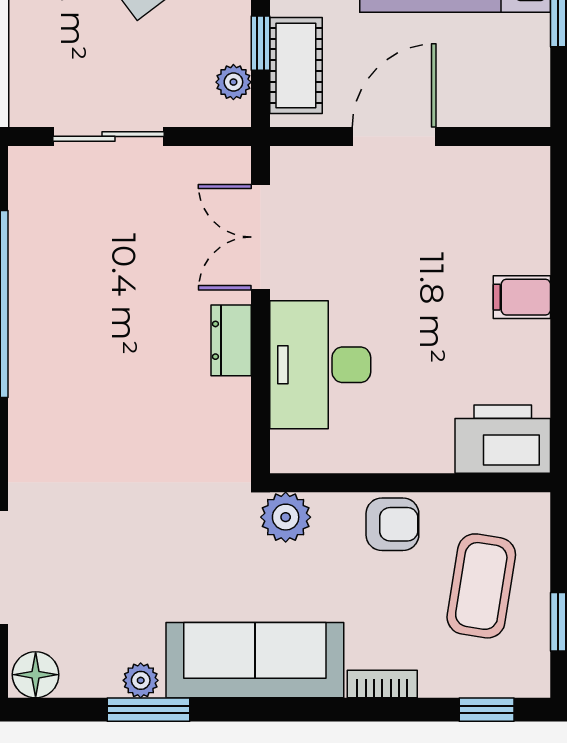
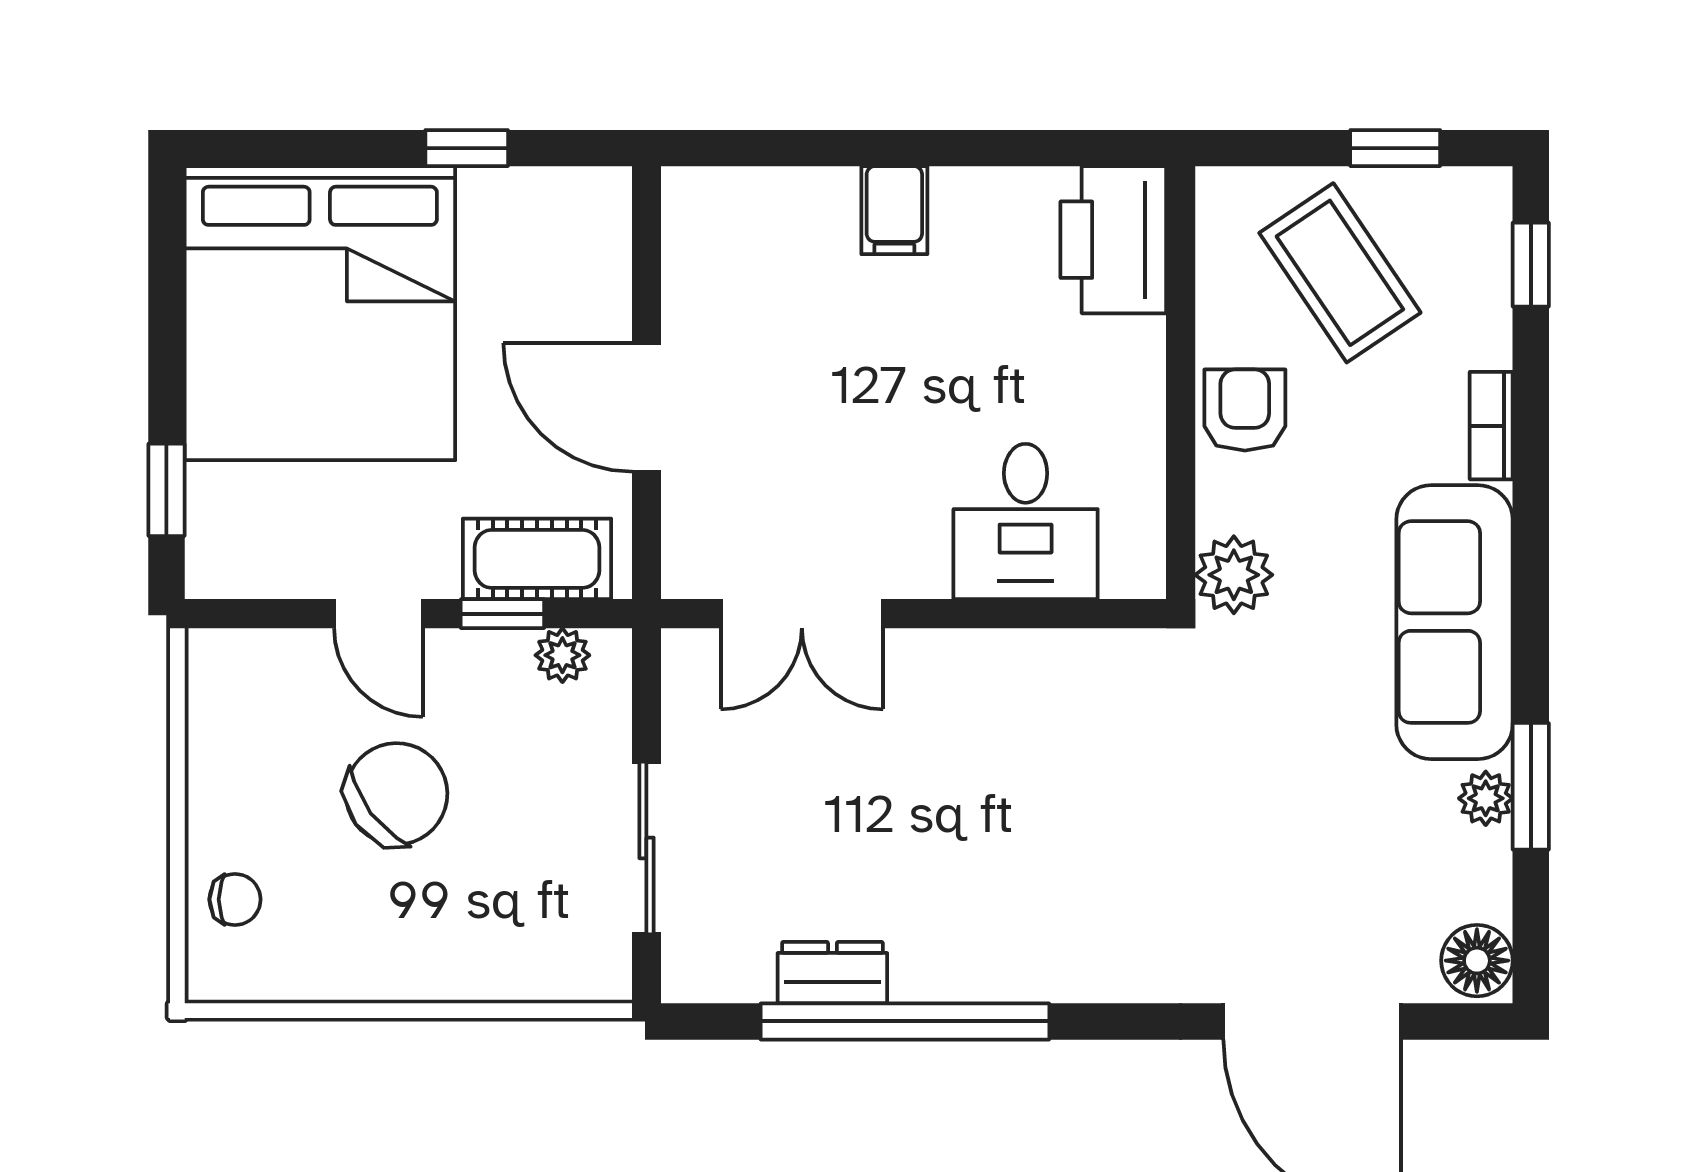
dresser: (231, 340) -> (832, 973), moved, turned 180
desk: (320, 365) -> (1026, 521), width x0.73
coffee table: (481, 586) -> (1340, 273), turned 47

